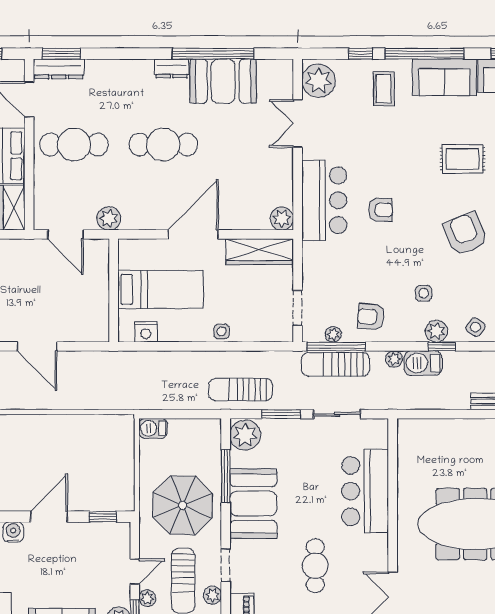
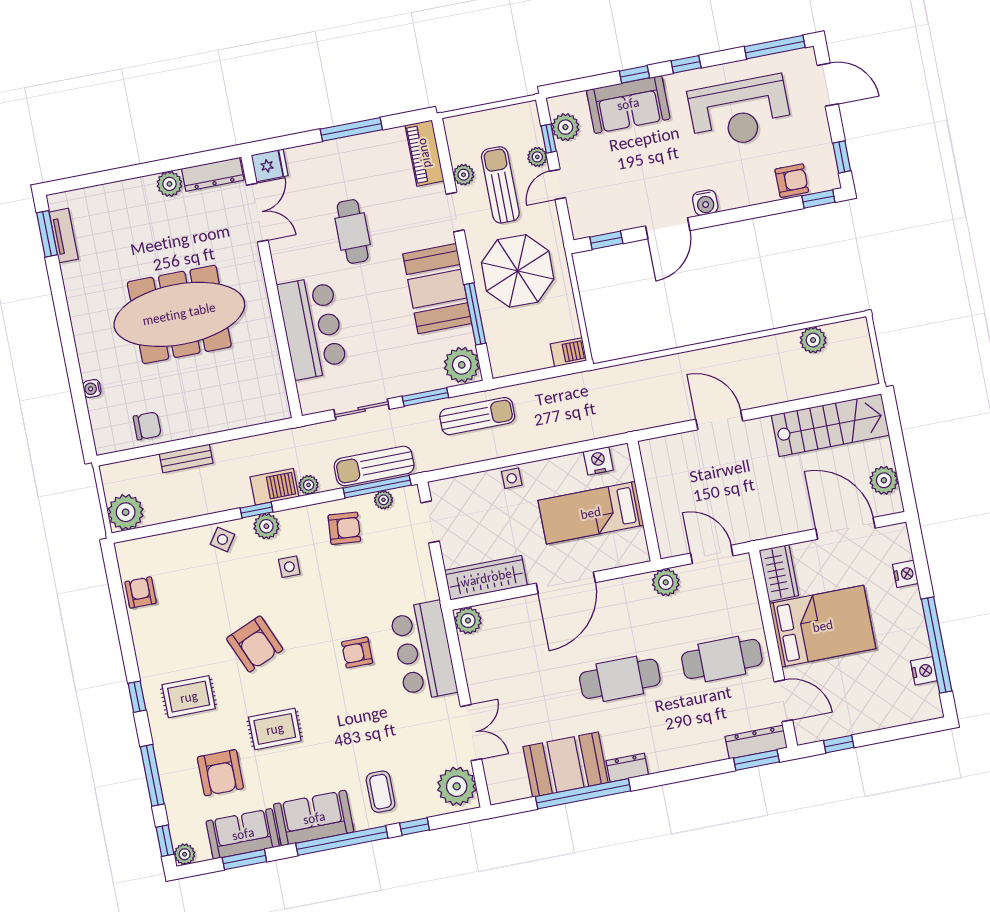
sun lounger: (336, 364) -> (374, 466), turned 180

